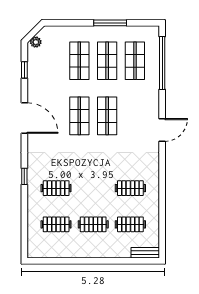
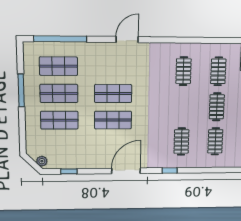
door: (24, 118) -> (126, 171), moved
door: (162, 130) -> (127, 40), hinge flipped

